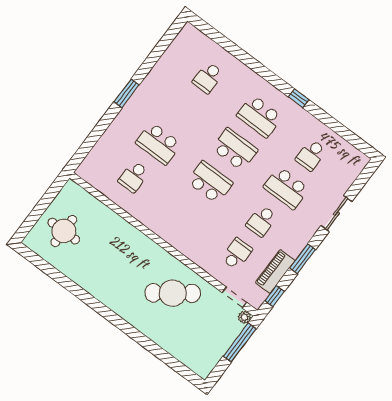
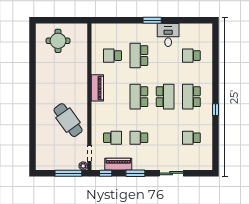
desk: (160, 87) -> (168, 35), added
school desk: (210, 182) -> (139, 97), turned 180
school desk: (286, 188) -> (165, 138), removed
piano: (160, 226) -> (97, 88), added

